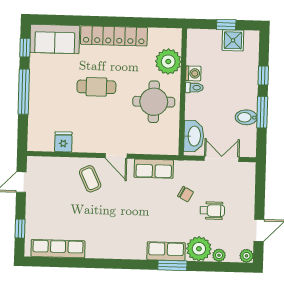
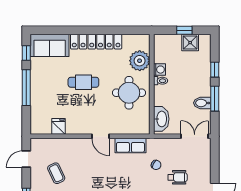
double door: (222, 159) -> (195, 136), moved
coffee table: (90, 179) -> (56, 173), moved

